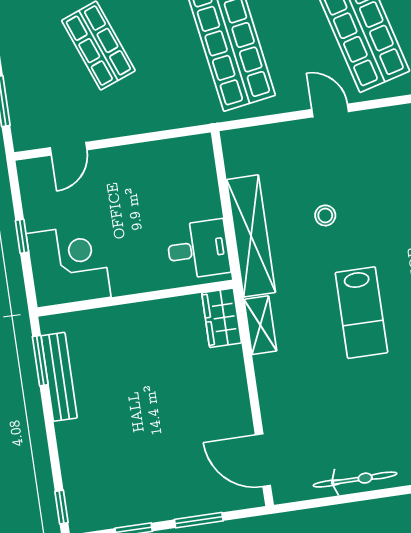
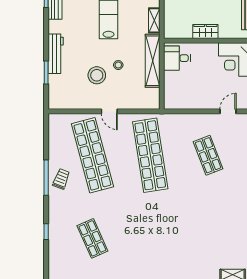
stool: (369, 186) -> (97, 75), added
wardrobe: (222, 318) -> (205, 31), moved, turned -90

